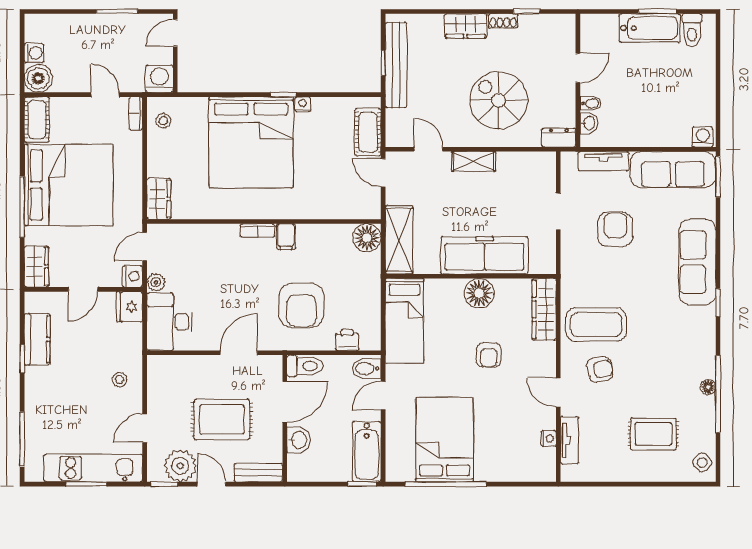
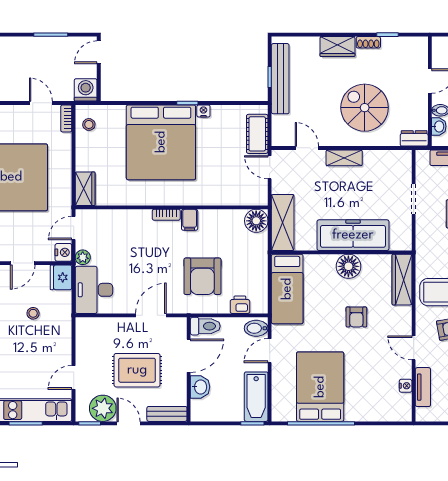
stool: (120, 380) -> (33, 313), moved

